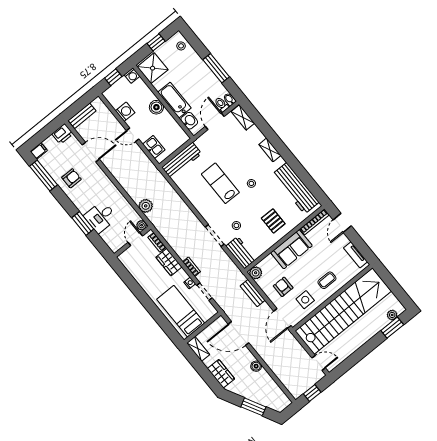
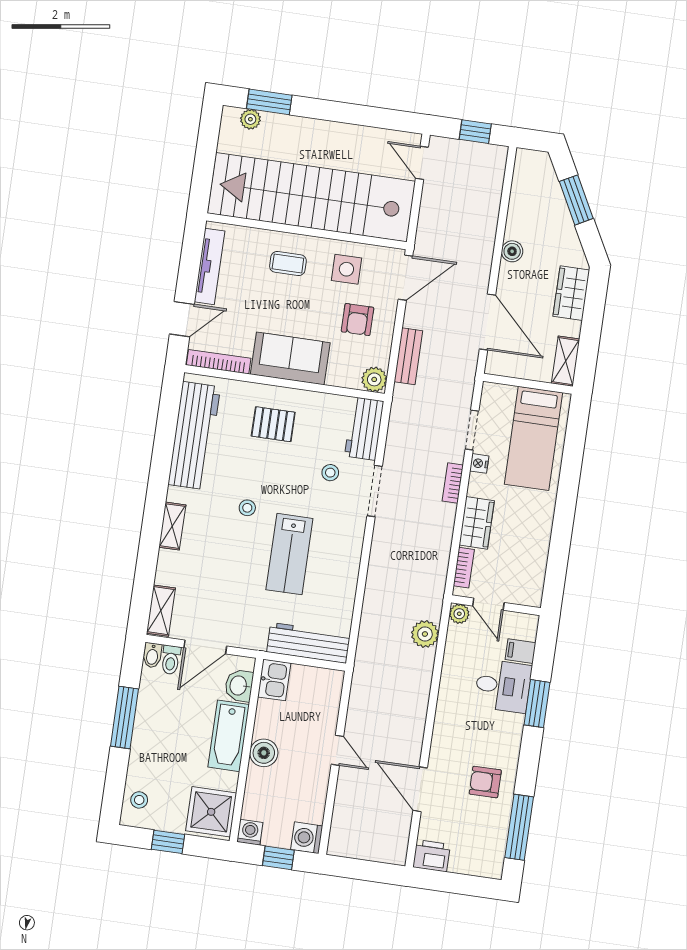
washing machine: (125, 112) -> (307, 838), moved
bench: (82, 116) -> (378, 852), removed
kitchen sink: (154, 147) -> (274, 680), moved, turned 180
filing cabinet: (39, 151) -> (521, 651), moved
pallet: (273, 221) -> (273, 424), turned 90
door: (135, 239) -> (488, 604), hinge flipped
tv unit: (356, 255) -> (210, 266), width x1.41

